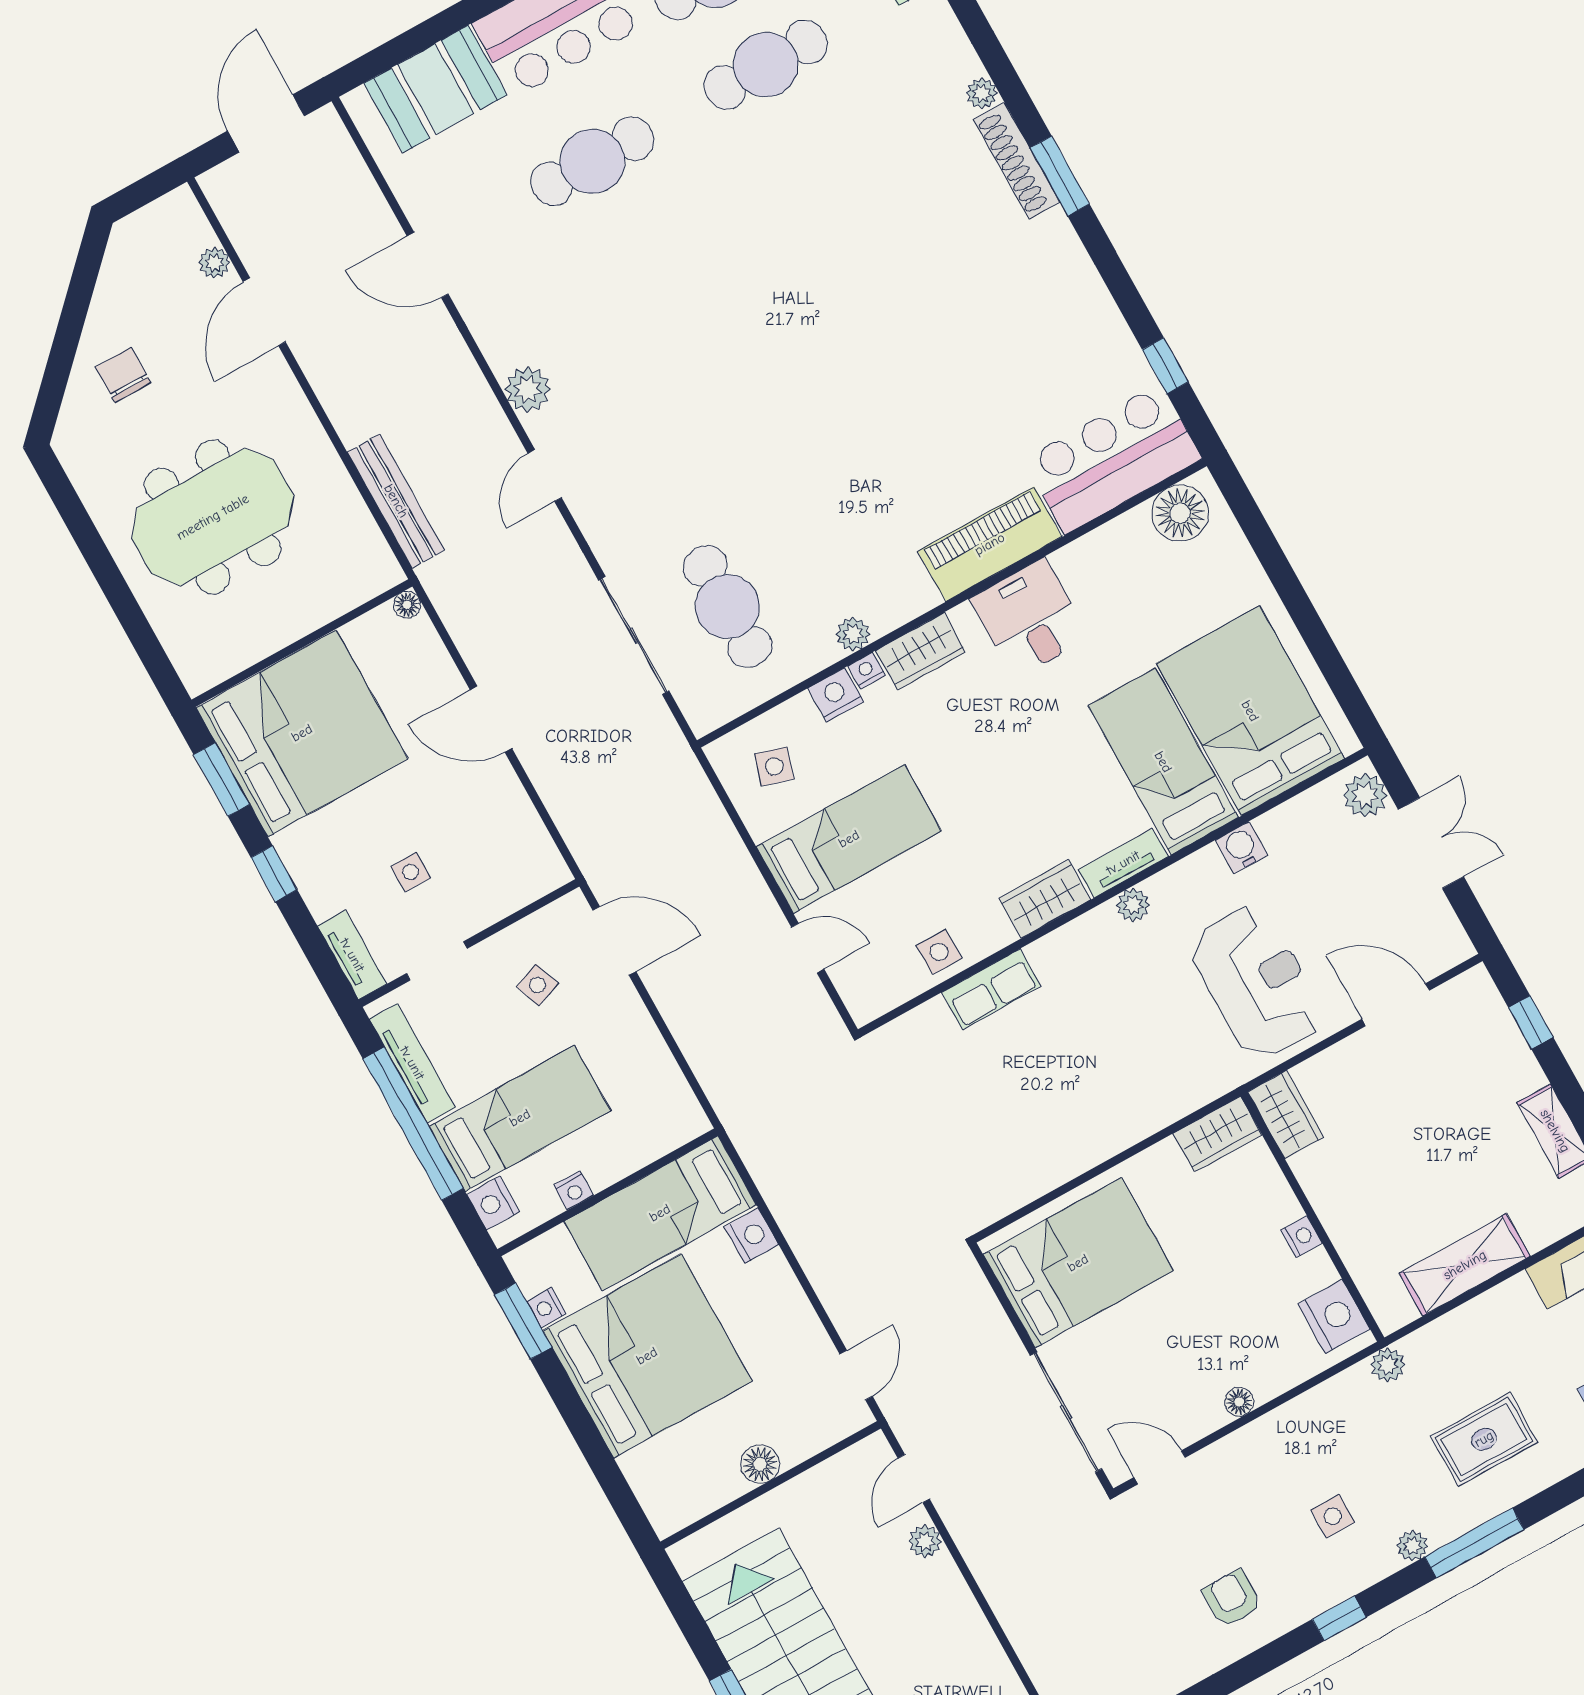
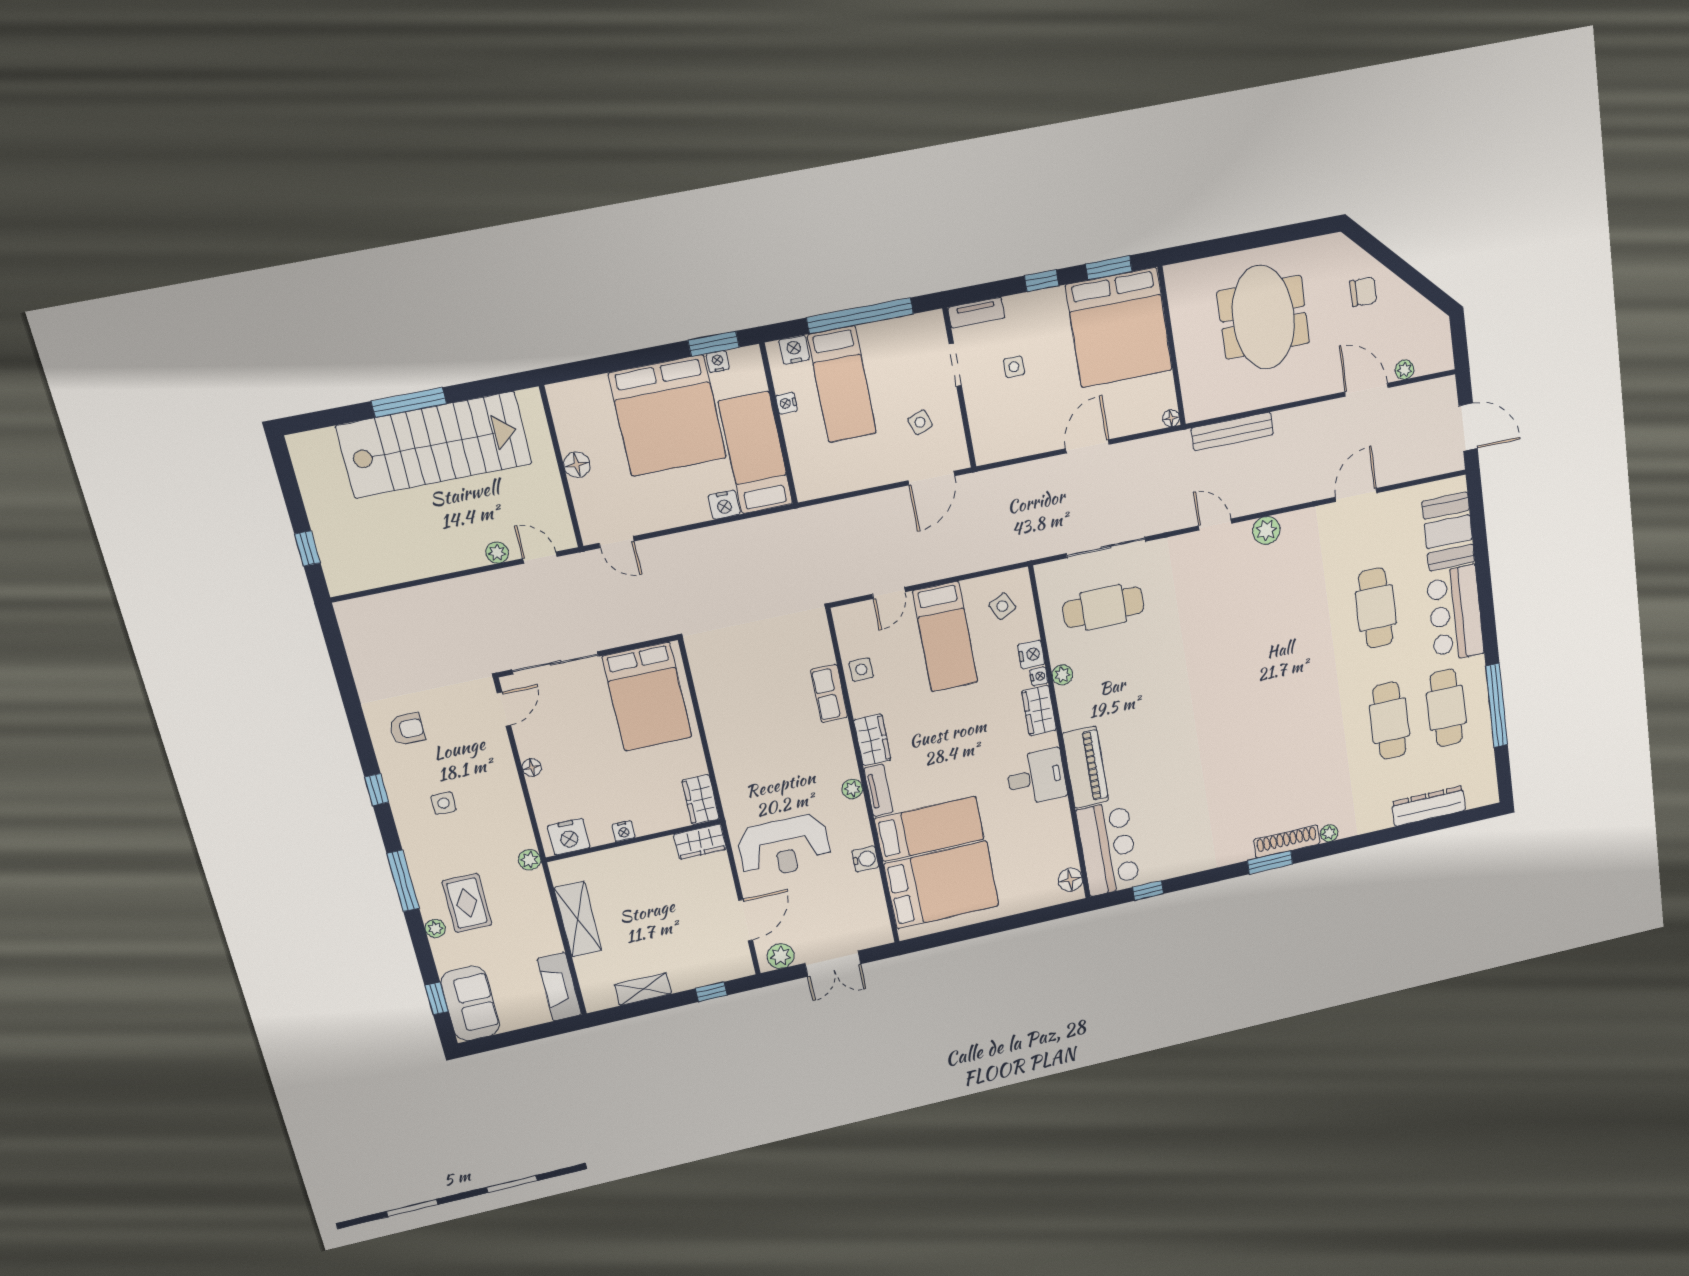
floor lamp: (1180, 513) -> (1070, 880), width x0.73, depth x0.73
side table: (774, 766) -> (1002, 606), turned 45
plant: (1365, 795) -> (781, 956), moved
tv unit: (412, 1063) -> (898, 328), removed
plant: (1412, 1546) -> (435, 929), moved

